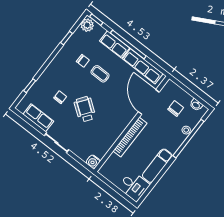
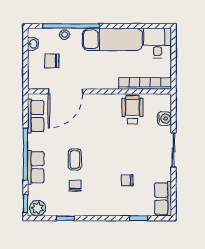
row of seats: (143, 66) -> (36, 116), width x0.68
wheelchair: (85, 109) -> (132, 110), moved, turned 144
row of seats: (38, 118) -> (163, 199), moved
bookcase: (130, 137) -> (145, 83), moved
water cooler: (93, 162) -> (164, 119), moved
exam couch: (157, 166) -> (112, 39), width x1.36, depth x1.45

